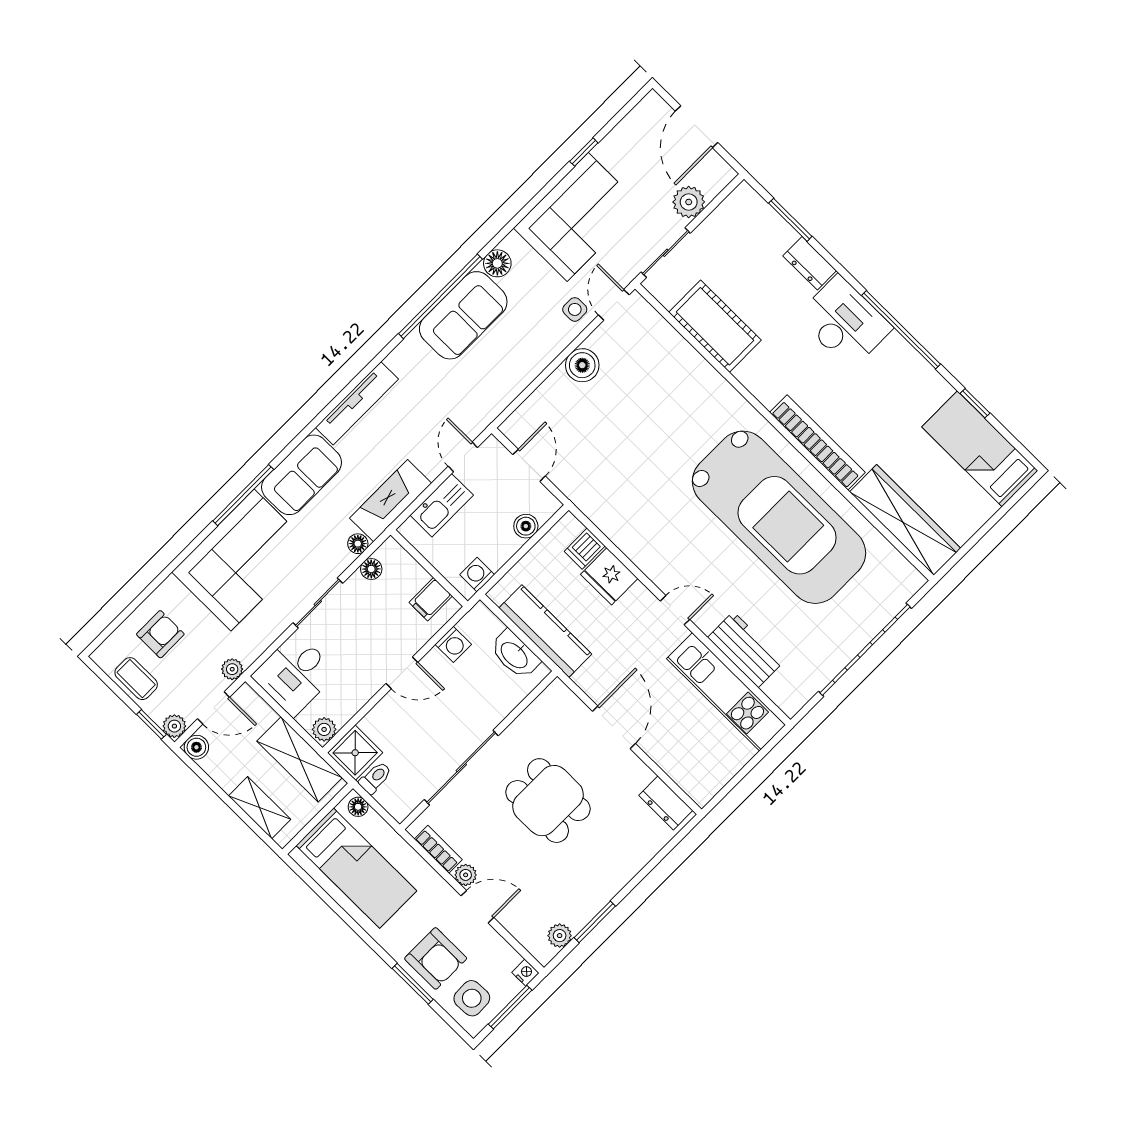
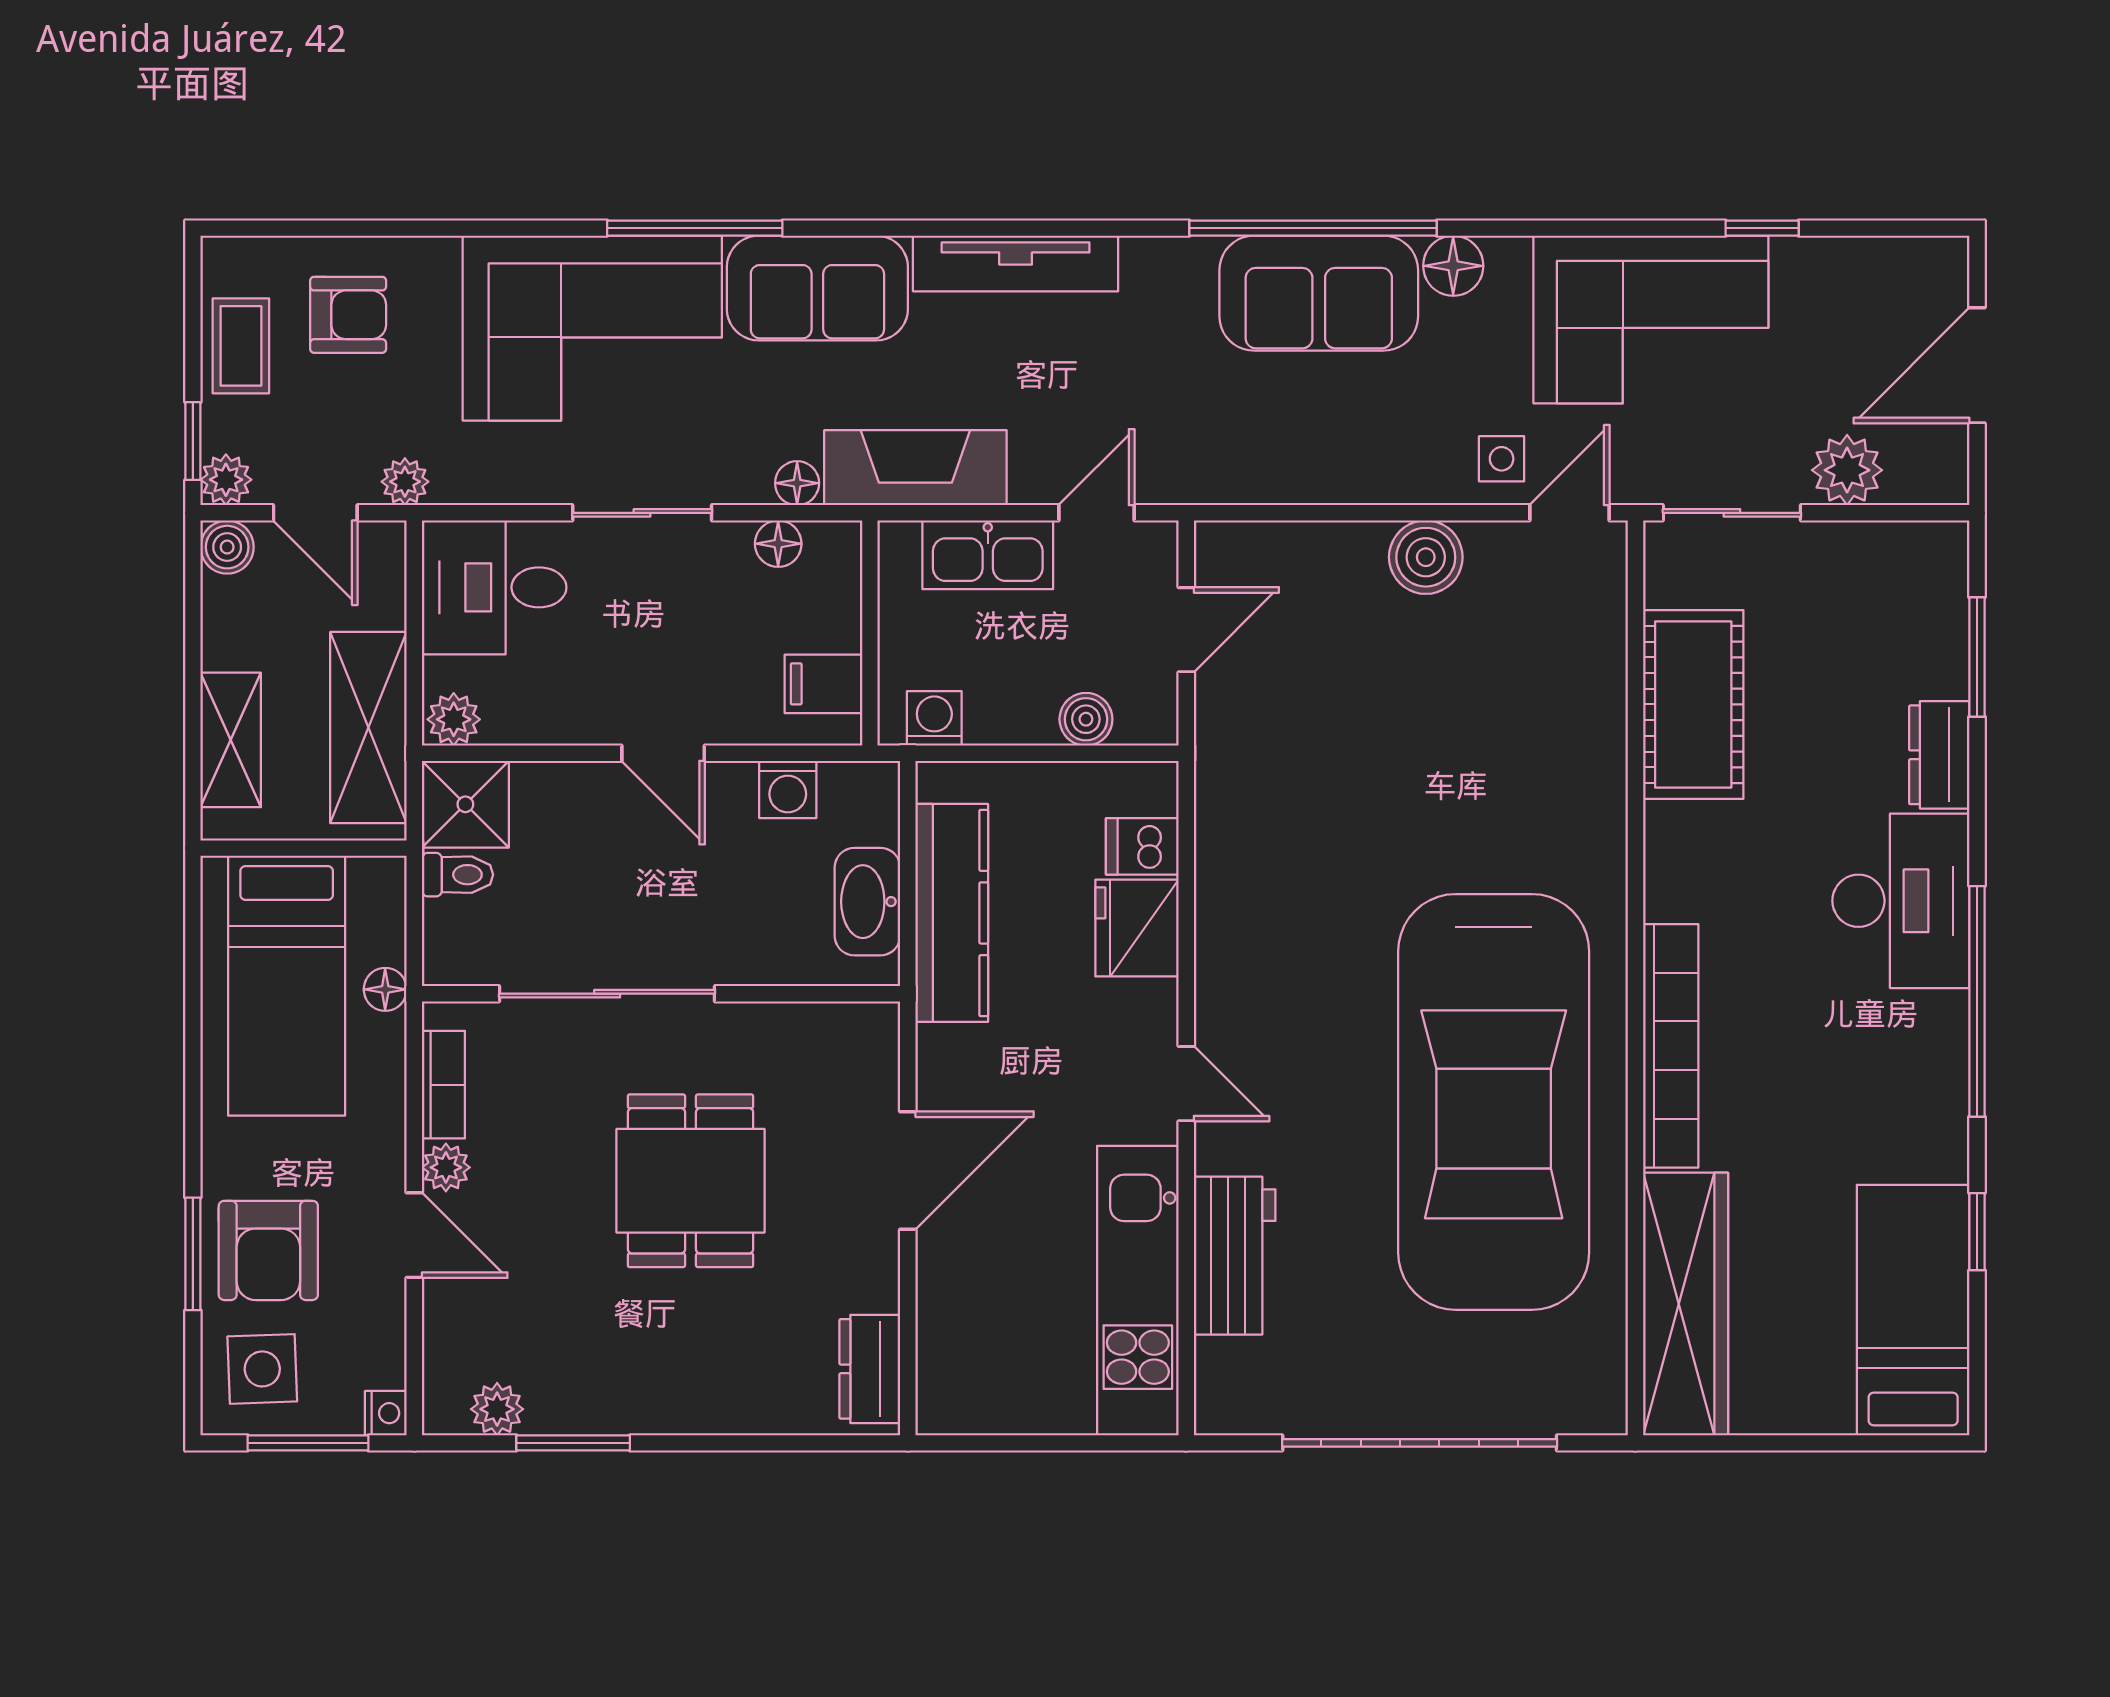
floor lamp: (358, 807) -> (385, 989), moved

